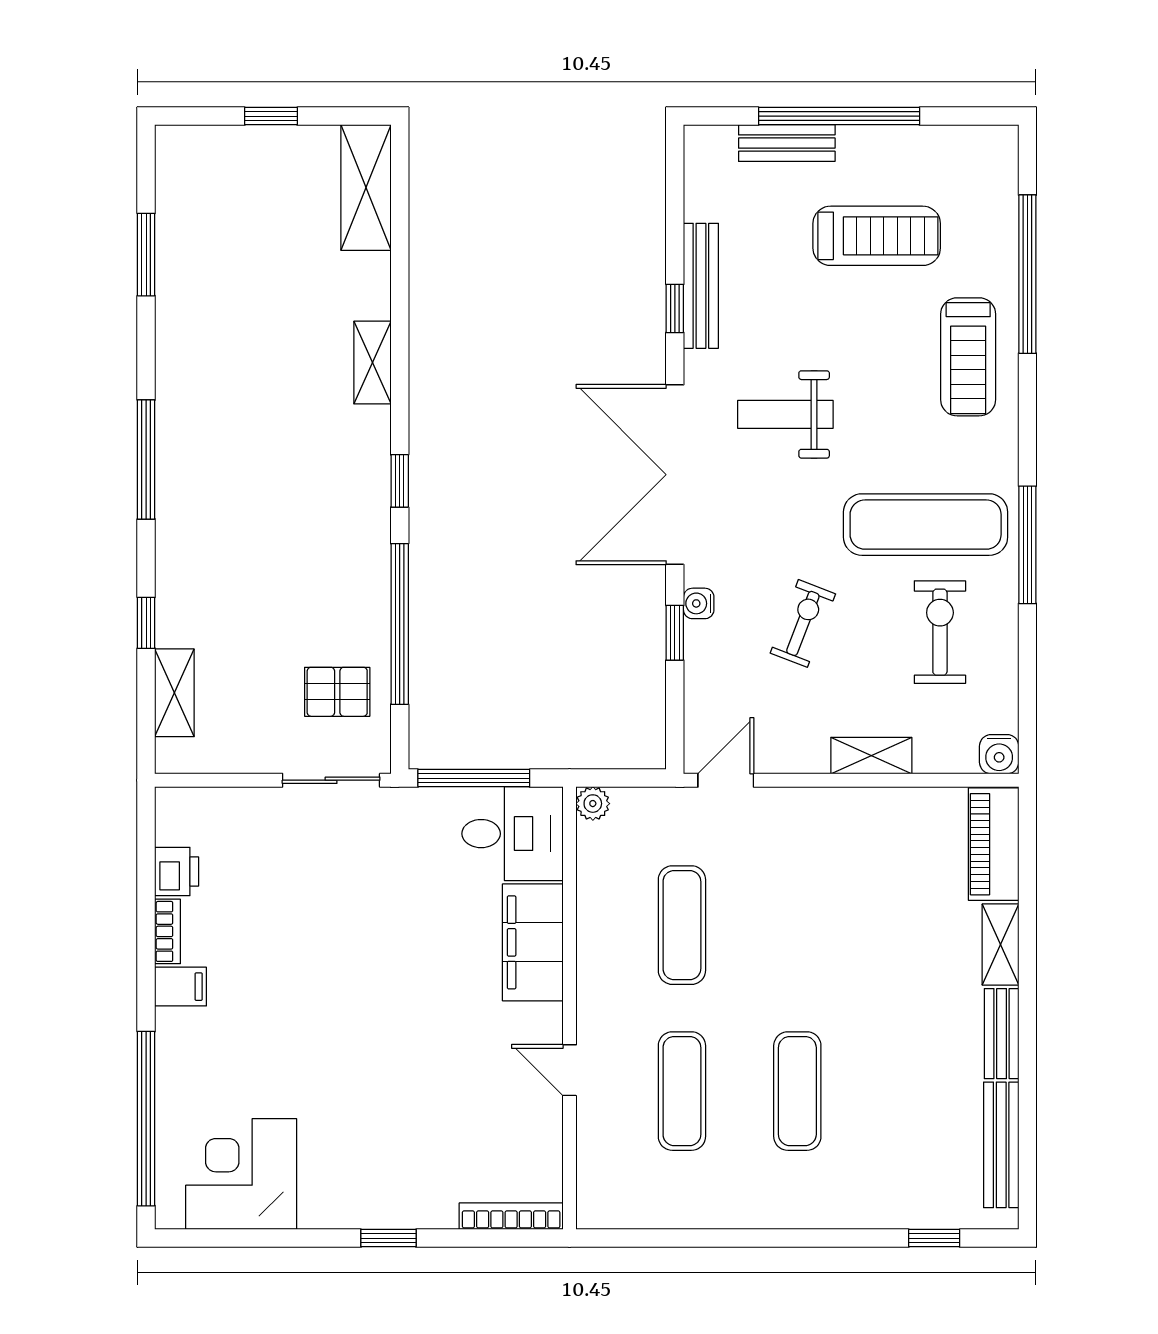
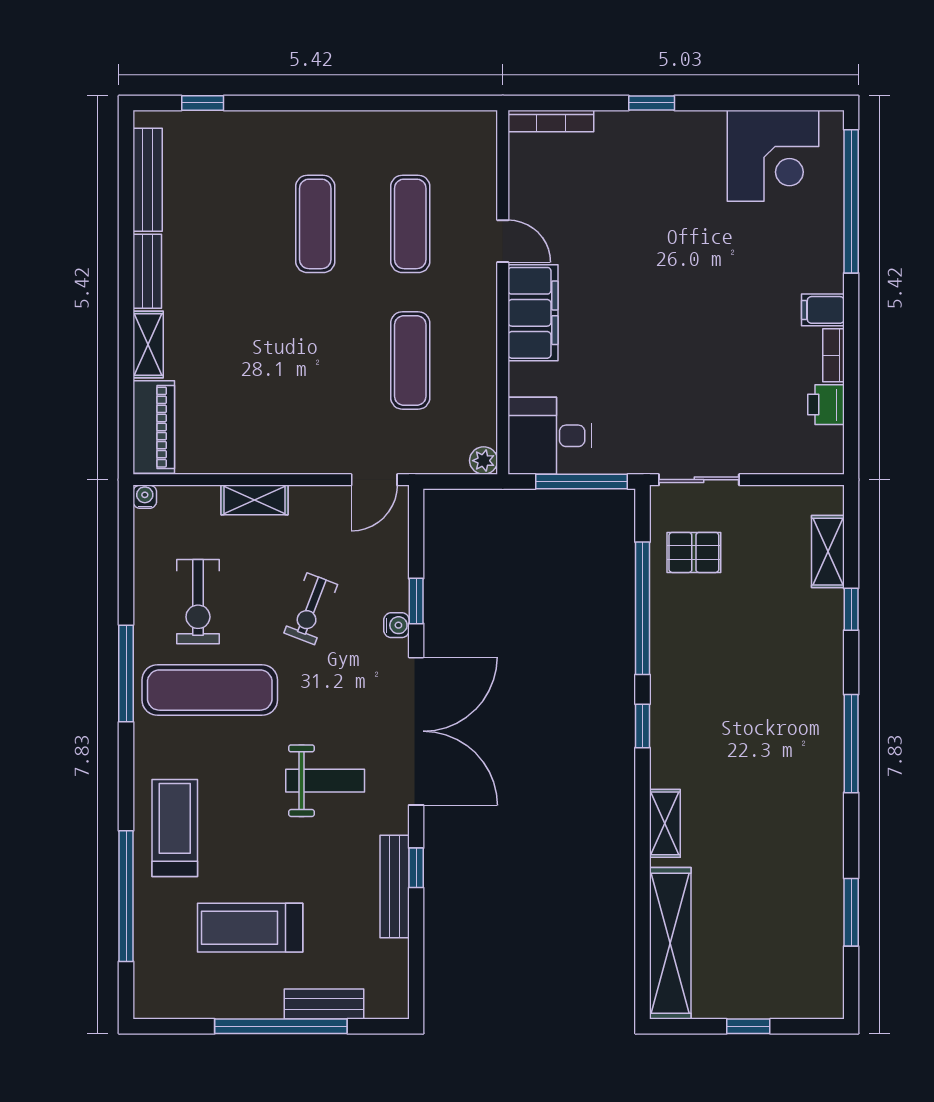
shelving: (366, 187) -> (670, 943), width x1.47
water cooler: (999, 754) -> (145, 497), width x0.72, depth x0.72
filing cabinet: (533, 942) -> (533, 313), moved

